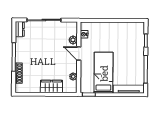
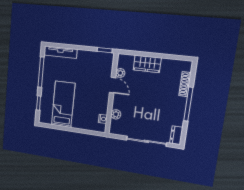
door: (79, 54) -> (113, 85), moved
bed: (104, 73) -> (63, 104), moved, turned 180

